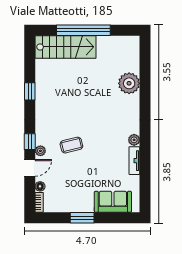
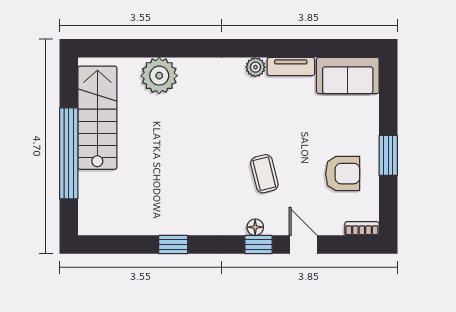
stairs: (66, 47) -> (97, 118), moved
plant: (40, 151) -> (274, 227), removed
floor lamp: (40, 186) -> (255, 227), moved
armchair: (72, 191) -> (343, 174), added
sofa: (113, 202) -> (348, 76), moved, turned -90

